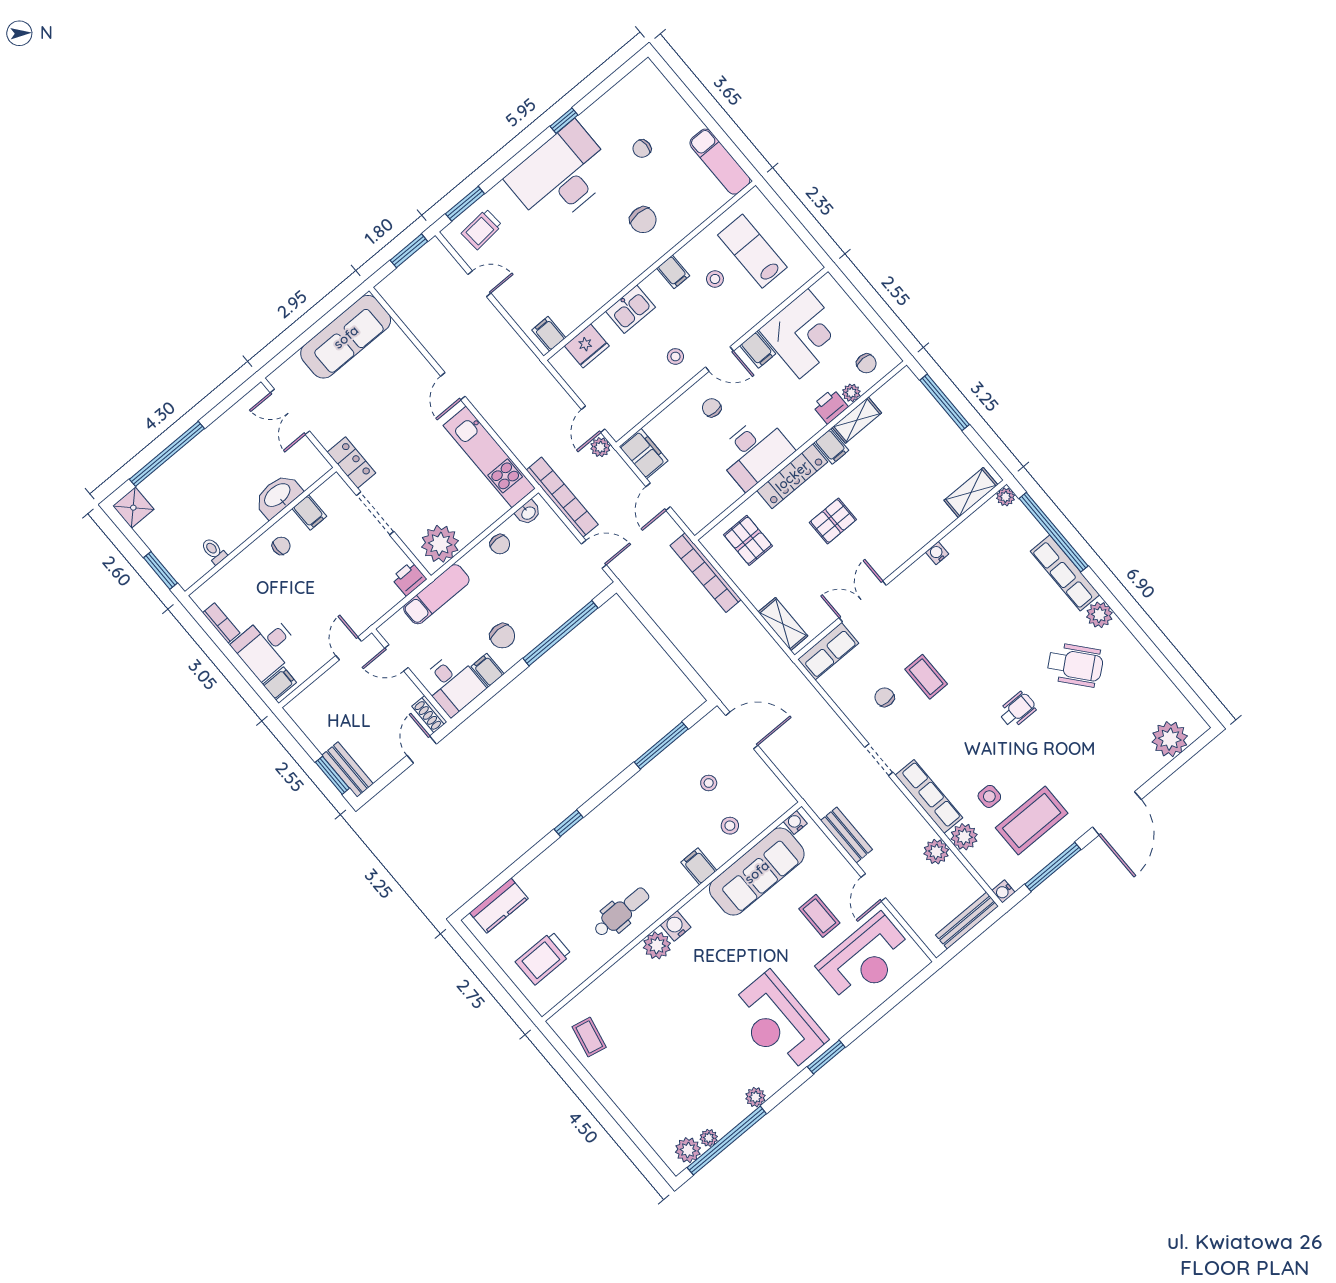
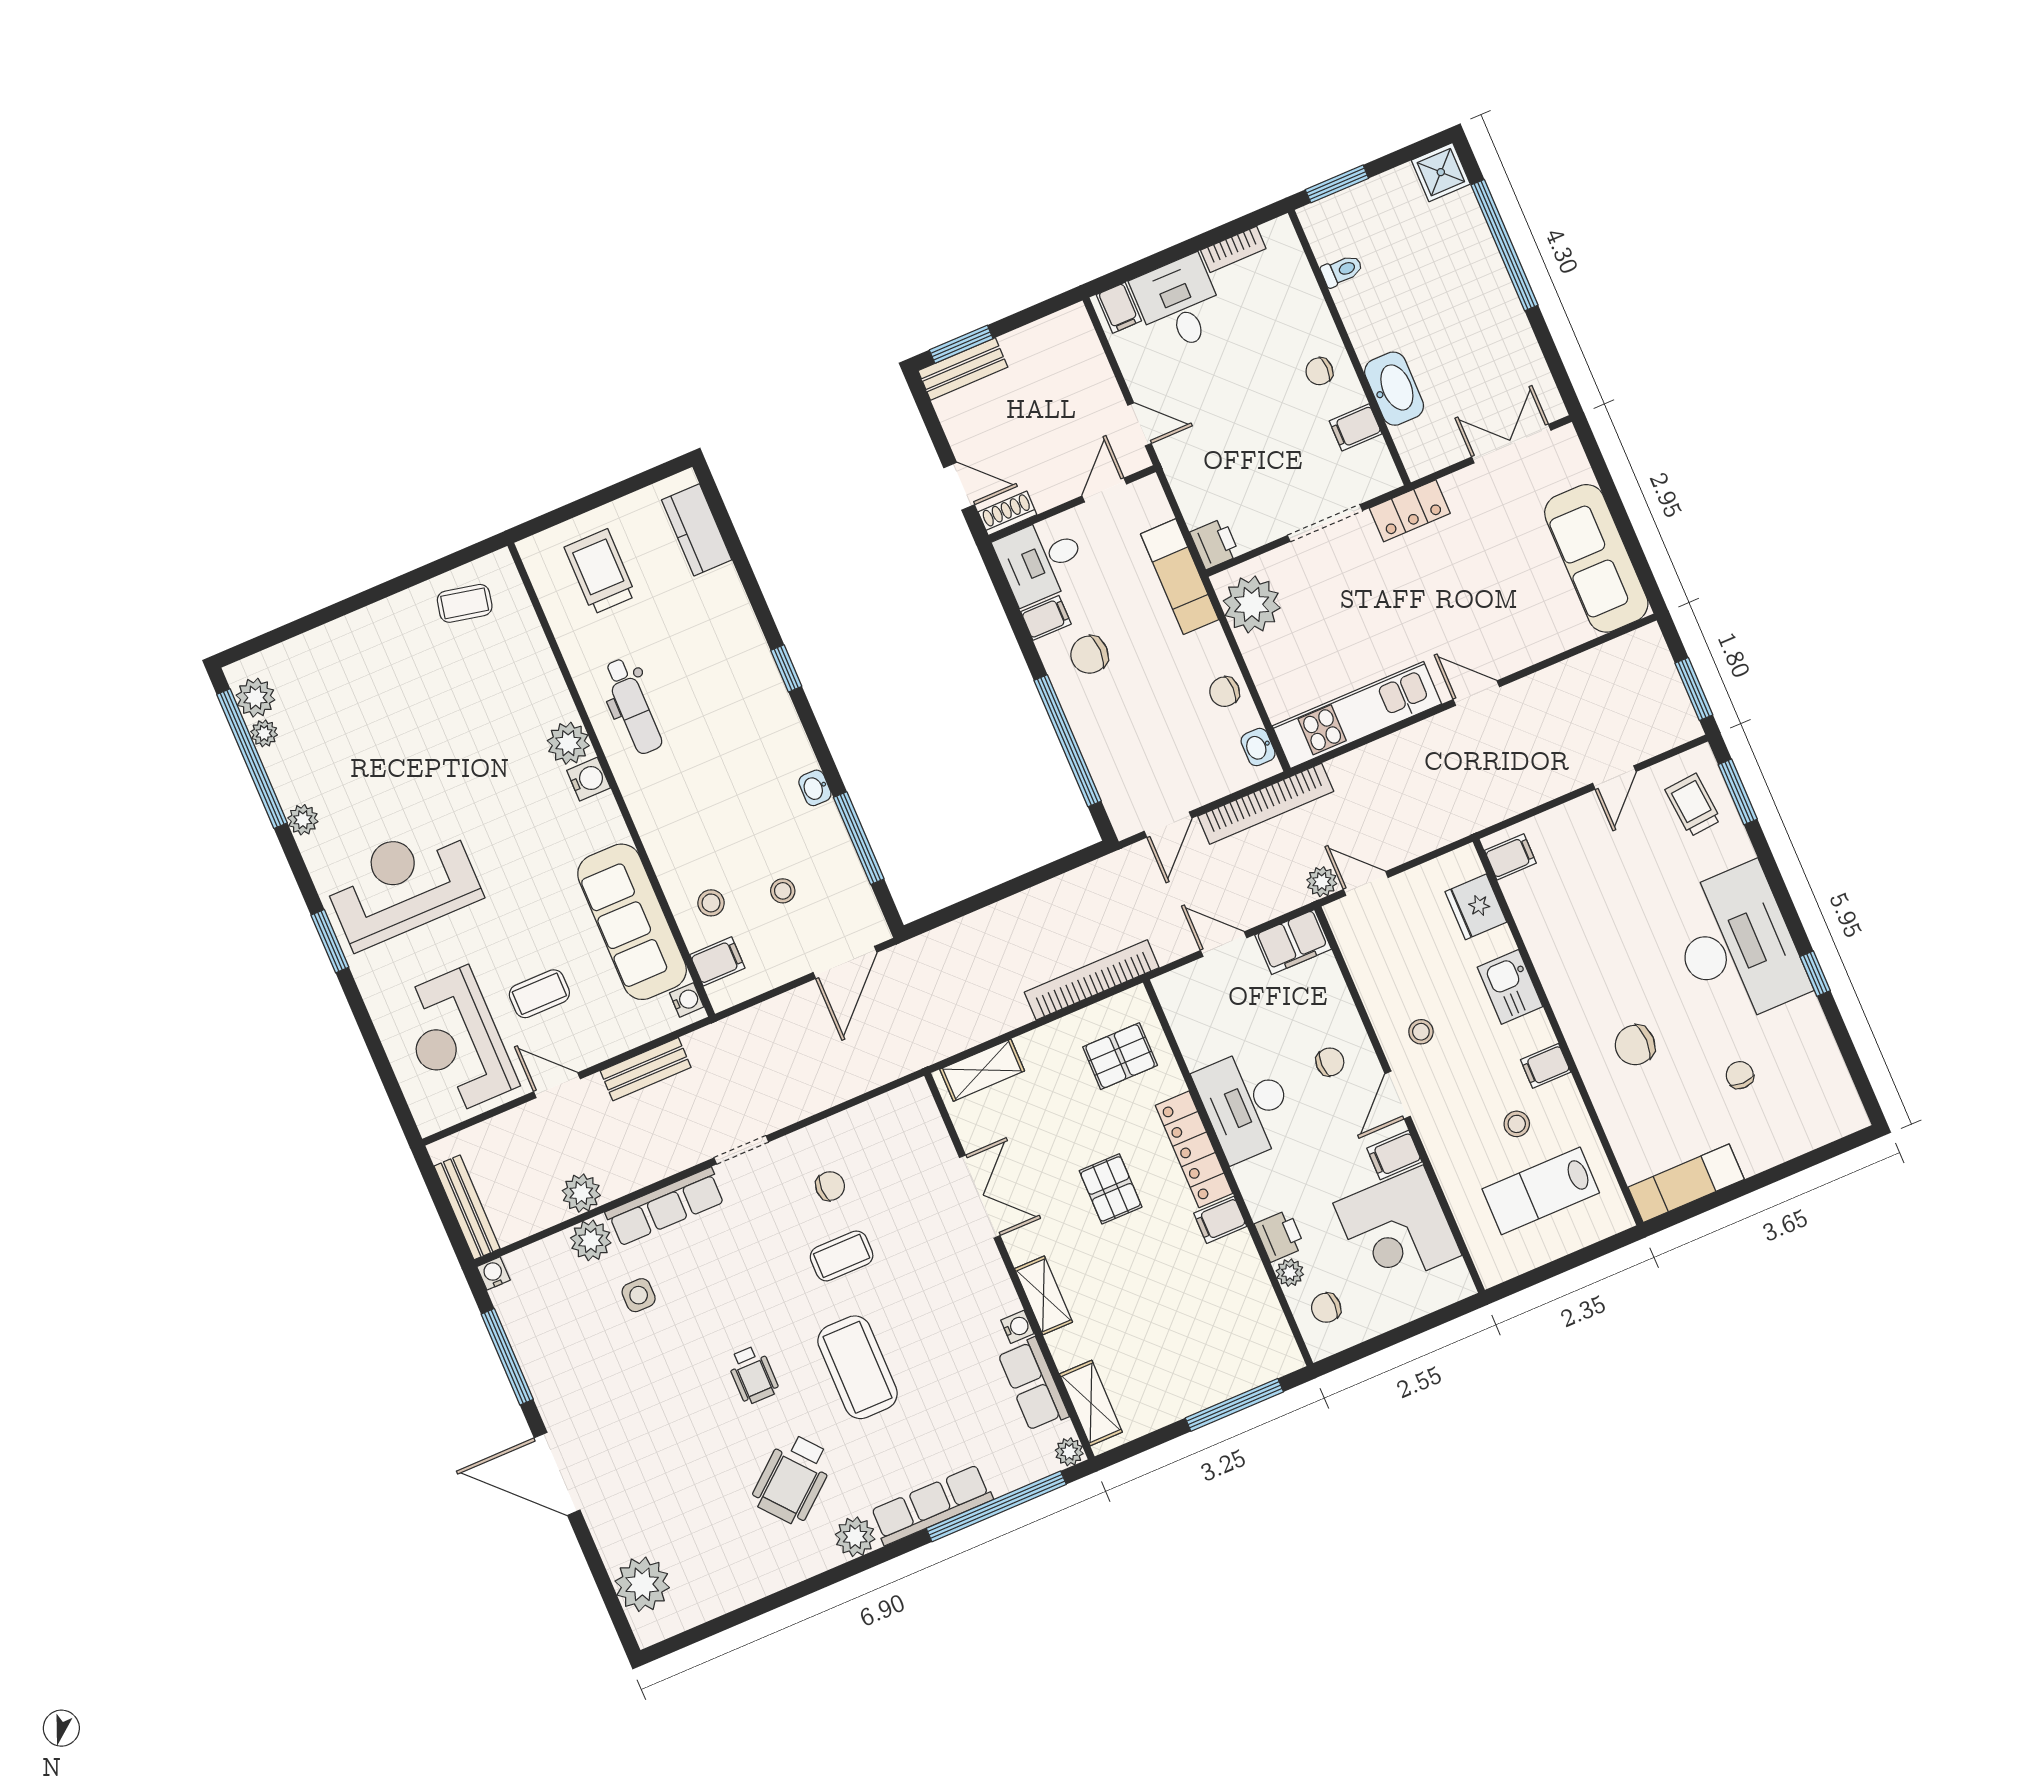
lab bench: (752, 251) -> (1541, 1191), turned 180
shelving: (857, 420) -> (1043, 1295), moved
chair: (281, 546) -> (1319, 371), turned 90
row of seats: (828, 651) -> (1033, 1385), moved
washbasin: (638, 782) -> (815, 788), added
coffee table: (1032, 820) -> (858, 1367), moved
filing cabinet: (699, 866) -> (717, 961), moved

